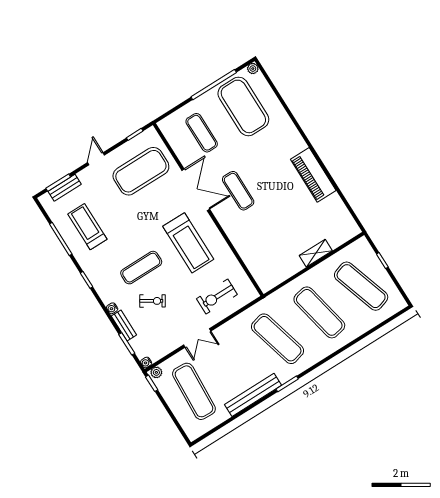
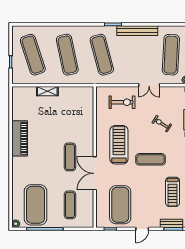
exercise mat: (141, 171) -> (120, 205), turned 90
exercise mat: (141, 268) -> (151, 159), moved
double door: (197, 338) -> (149, 85), swing flipped

